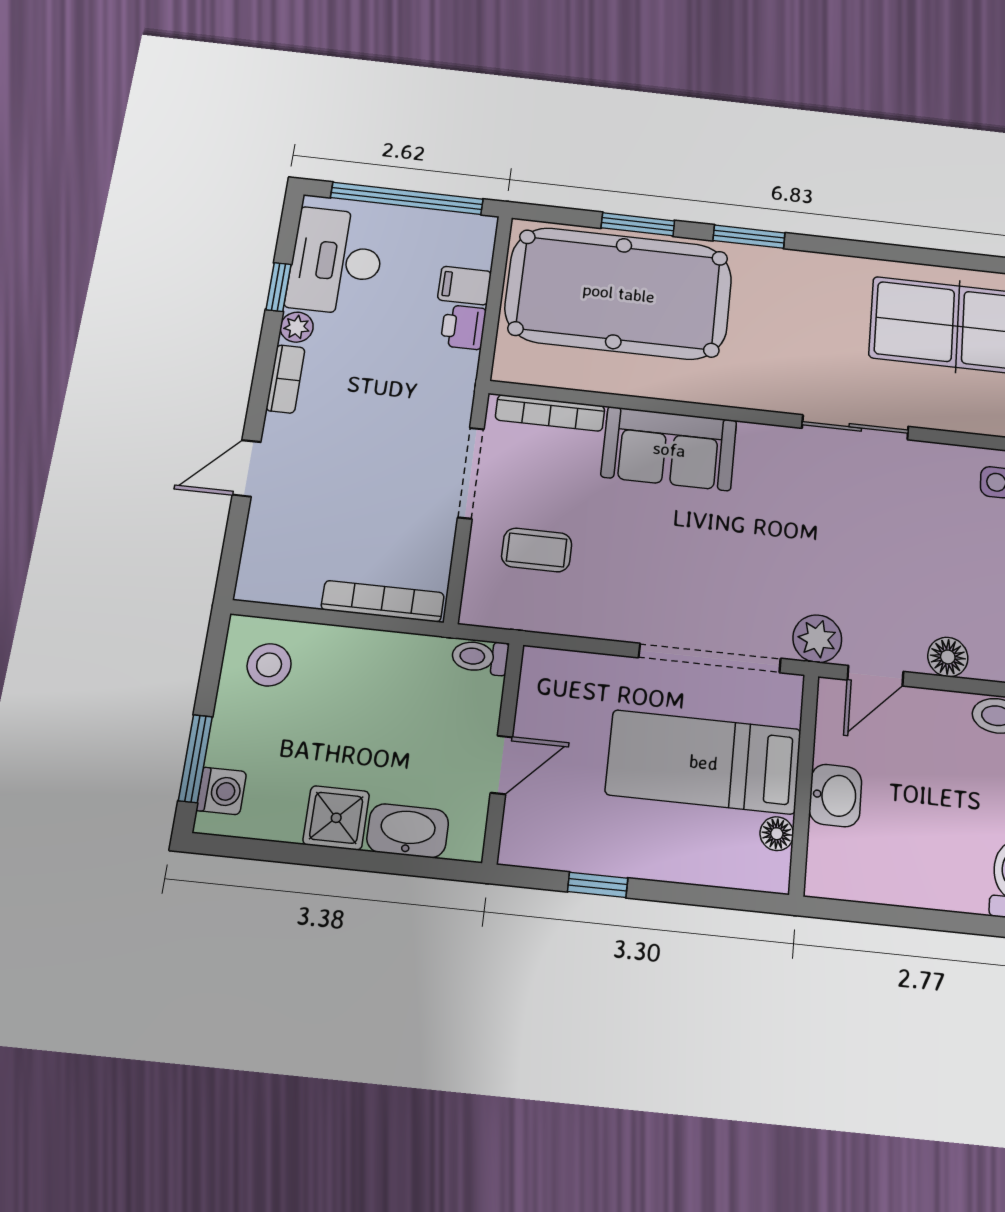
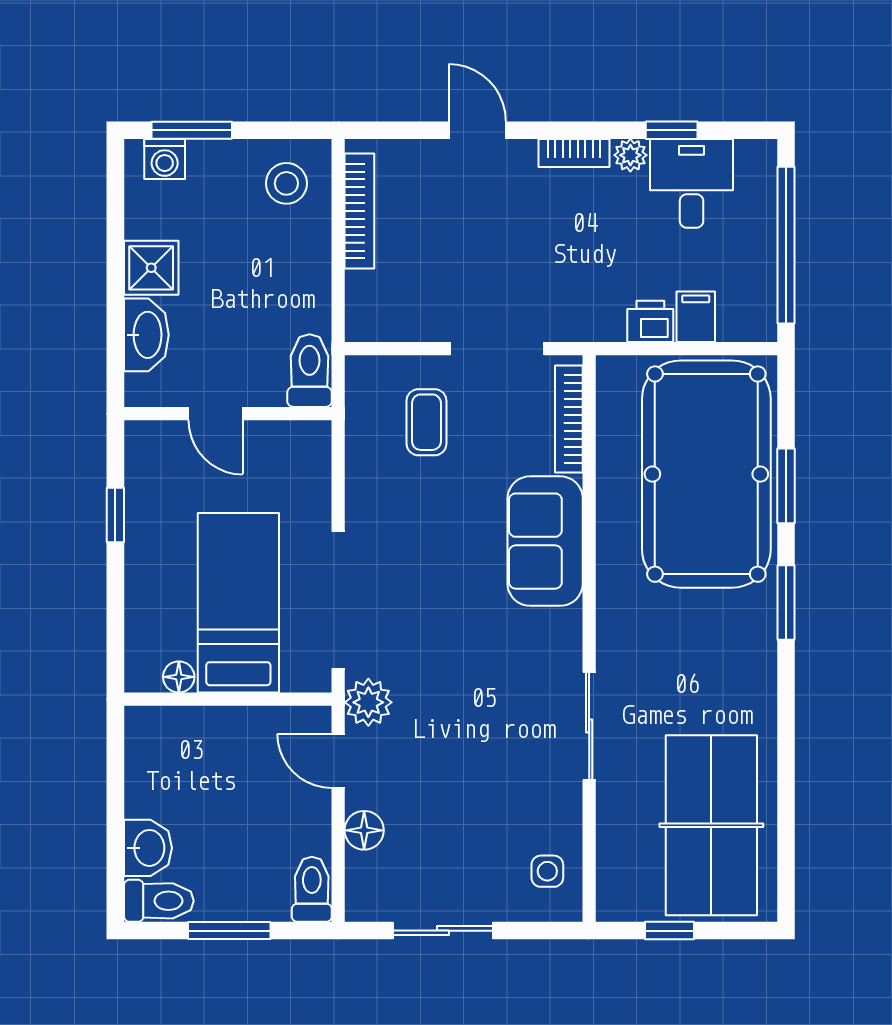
desk: (336, 261) -> (692, 183), width x0.73
bookcase: (383, 601) -> (359, 211), moved
toilet: (480, 657) -> (310, 371), width x1.37, depth x1.39
washbasin: (835, 795) -> (148, 848), moved, turned -90

